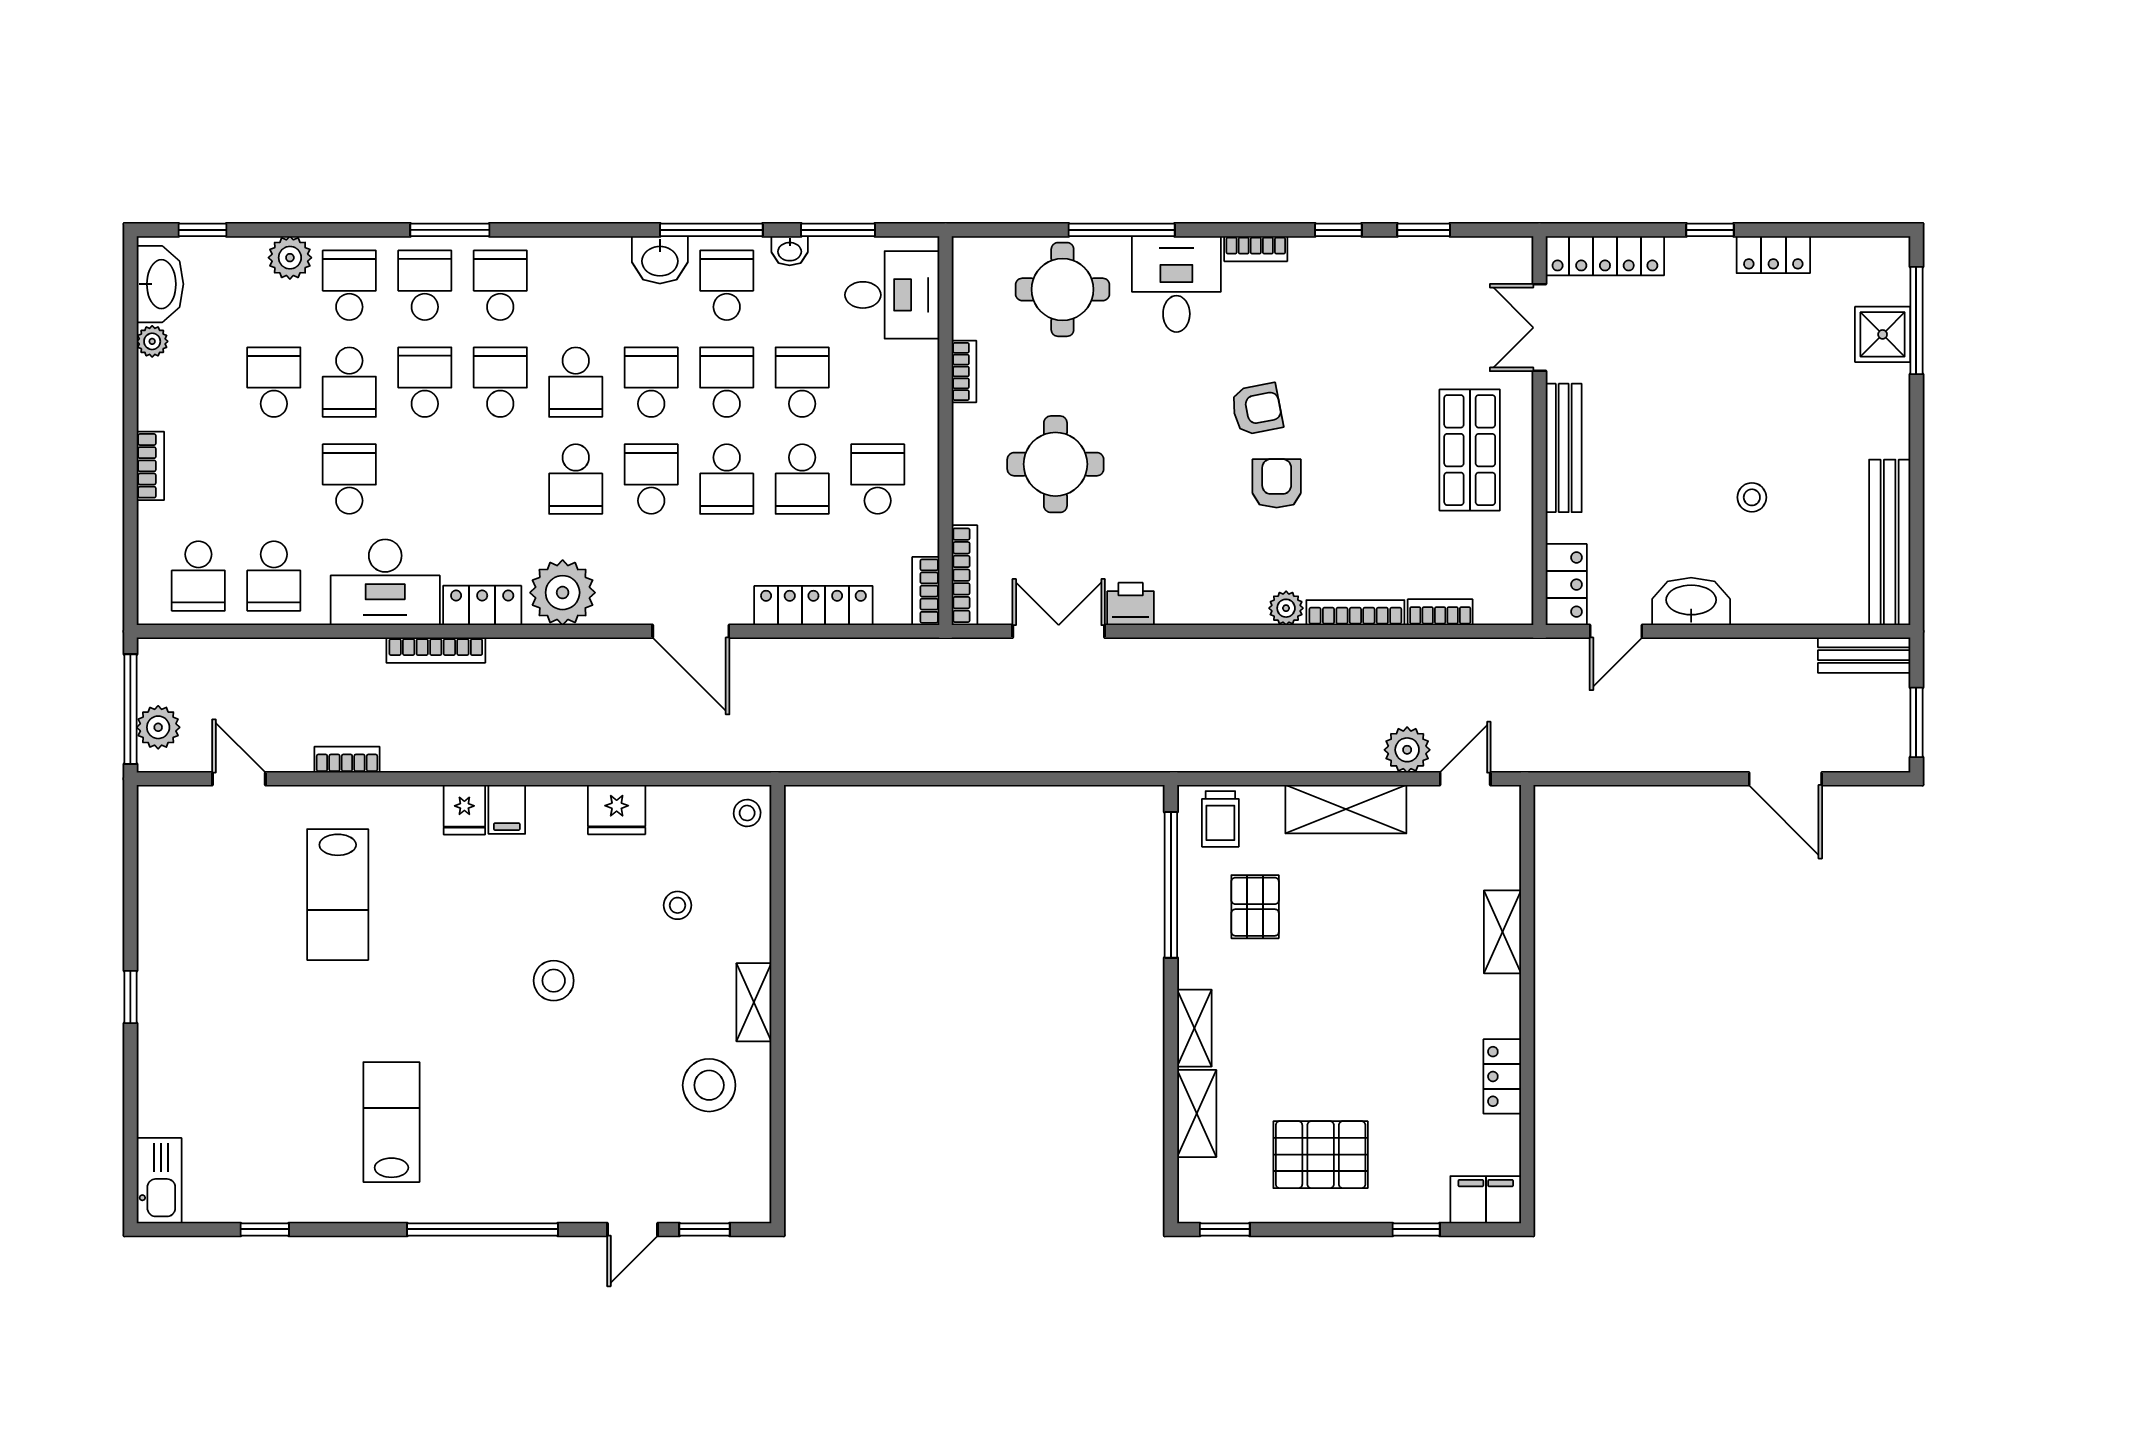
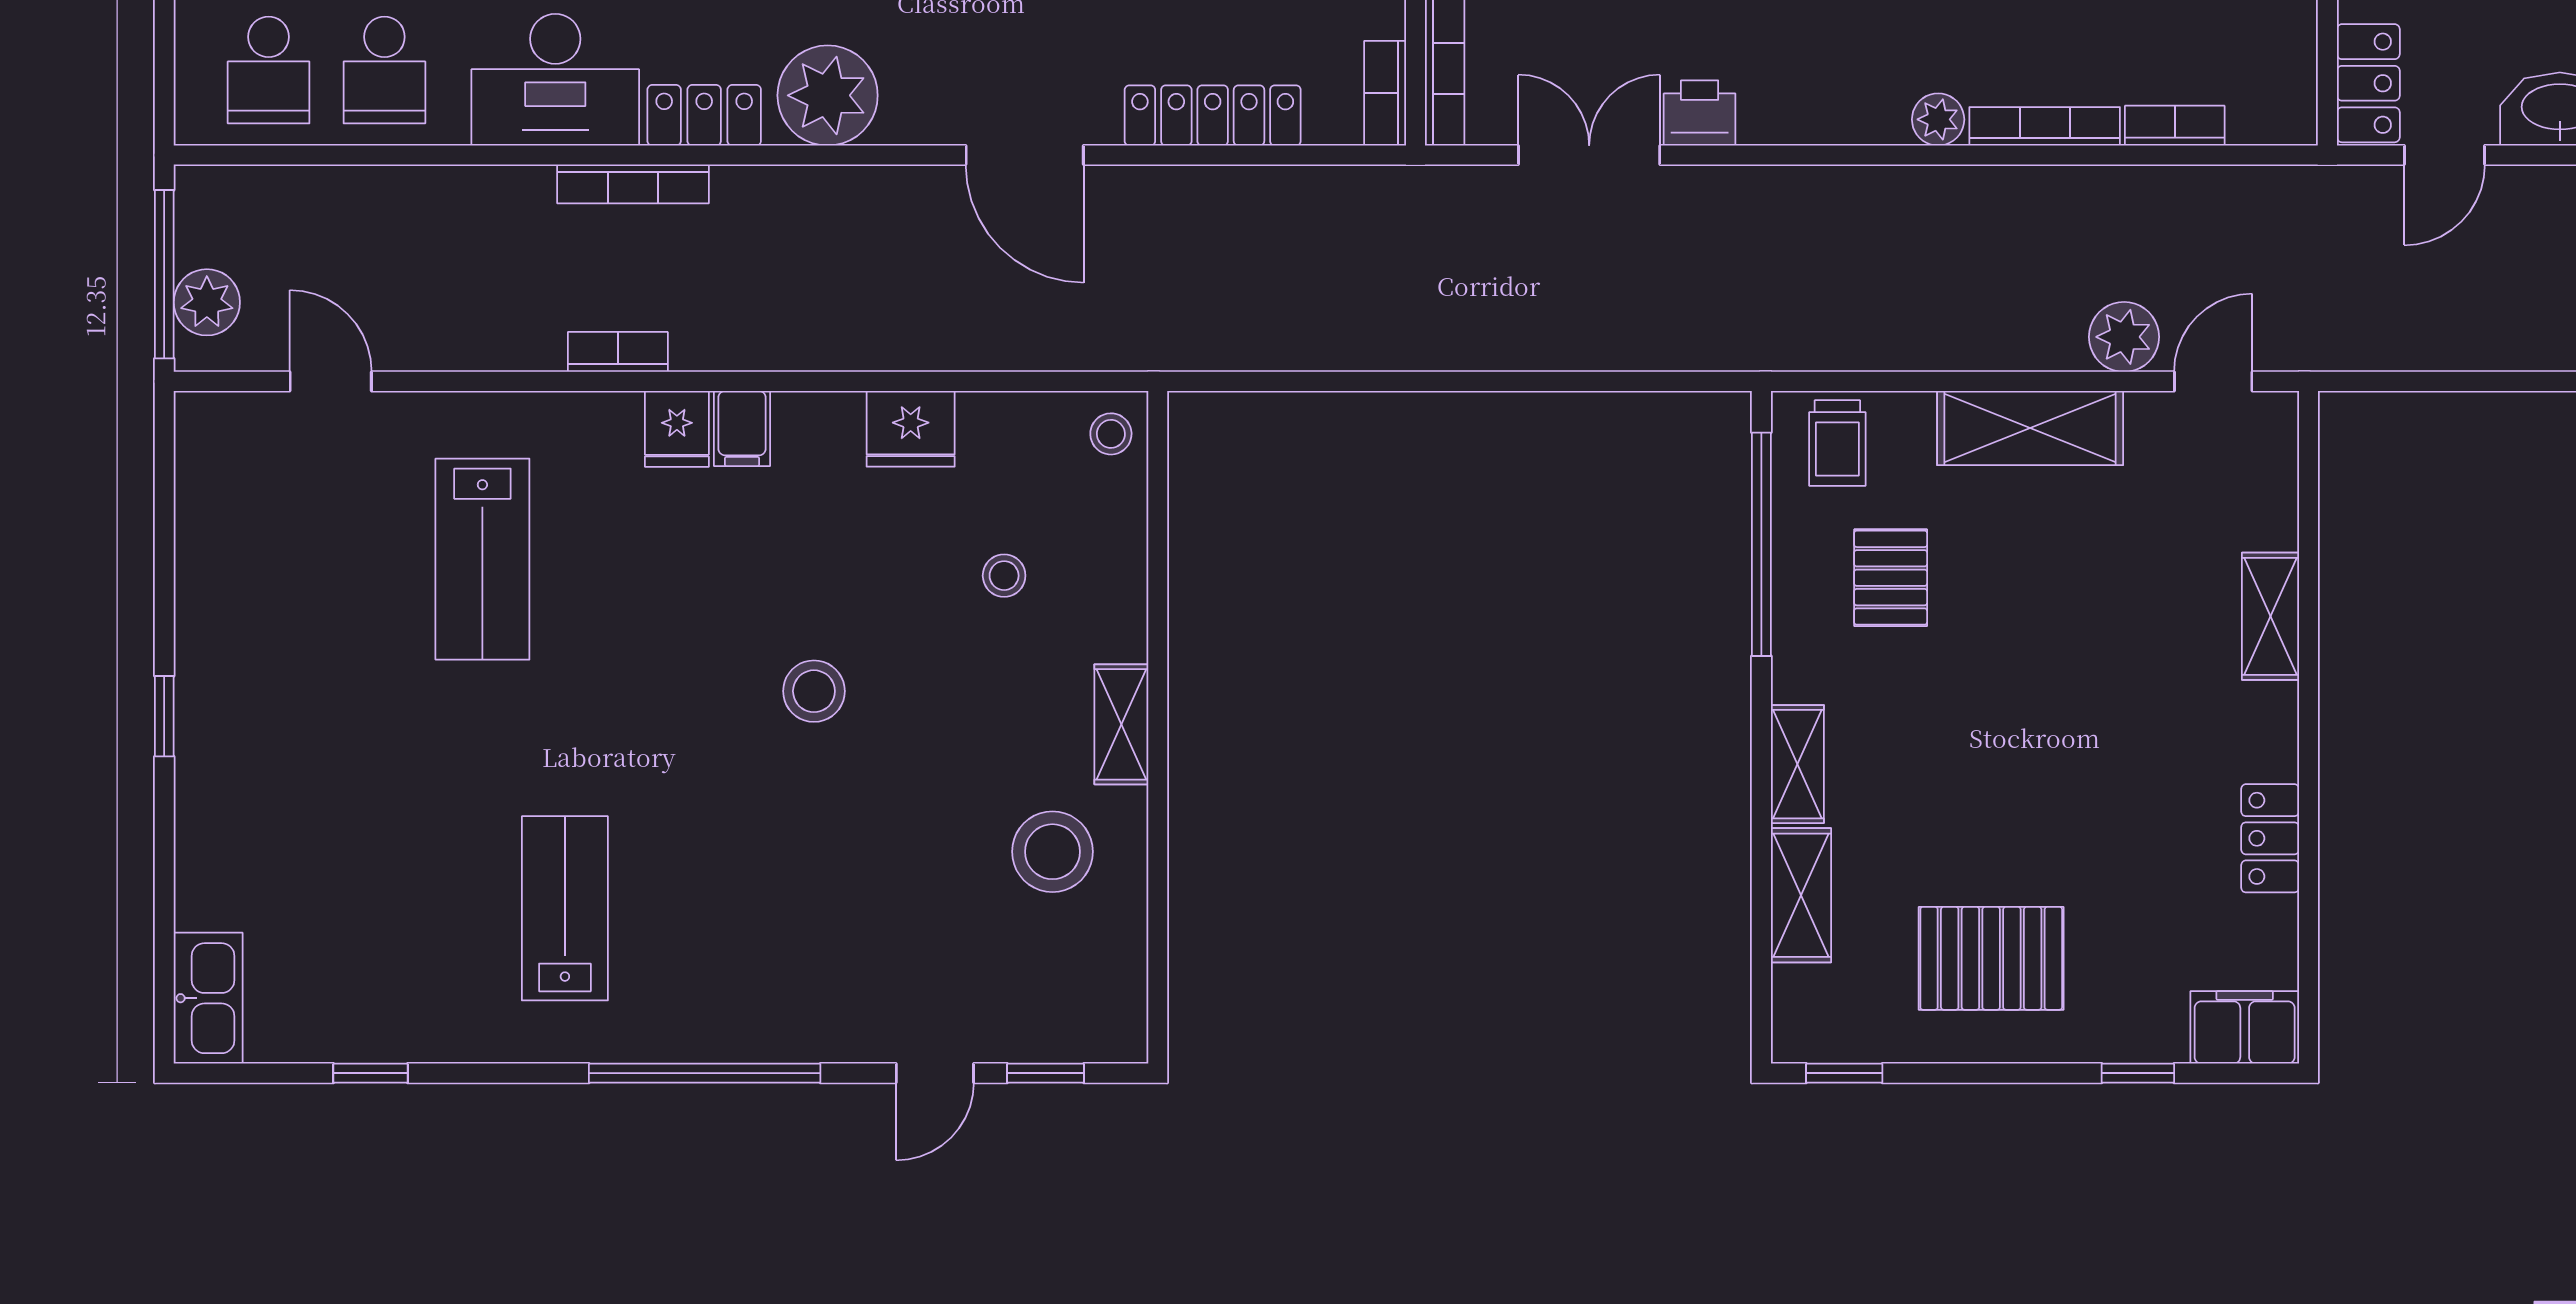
bookcase: (347, 760) -> (618, 352), moved

